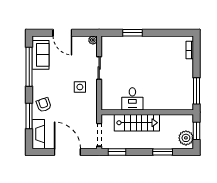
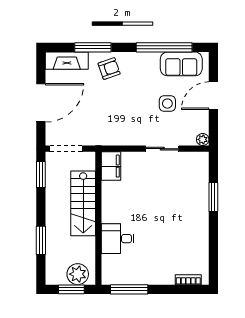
side table: (80, 87) -> (167, 104), moved
desk: (132, 99) -> (118, 239), moved
filing cabinet: (111, 103) -> (111, 166), added
plant: (186, 138) -> (78, 274), moved

